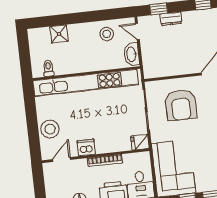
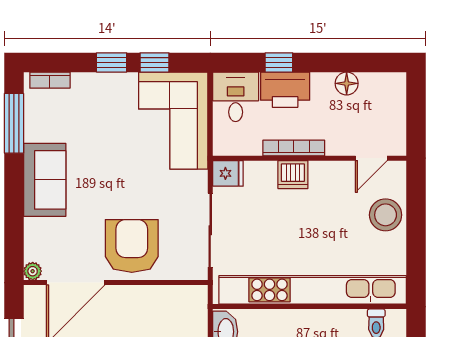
armchair: (181, 105) -> (132, 246), moved
dishwasher: (86, 148) -> (293, 175), moved

